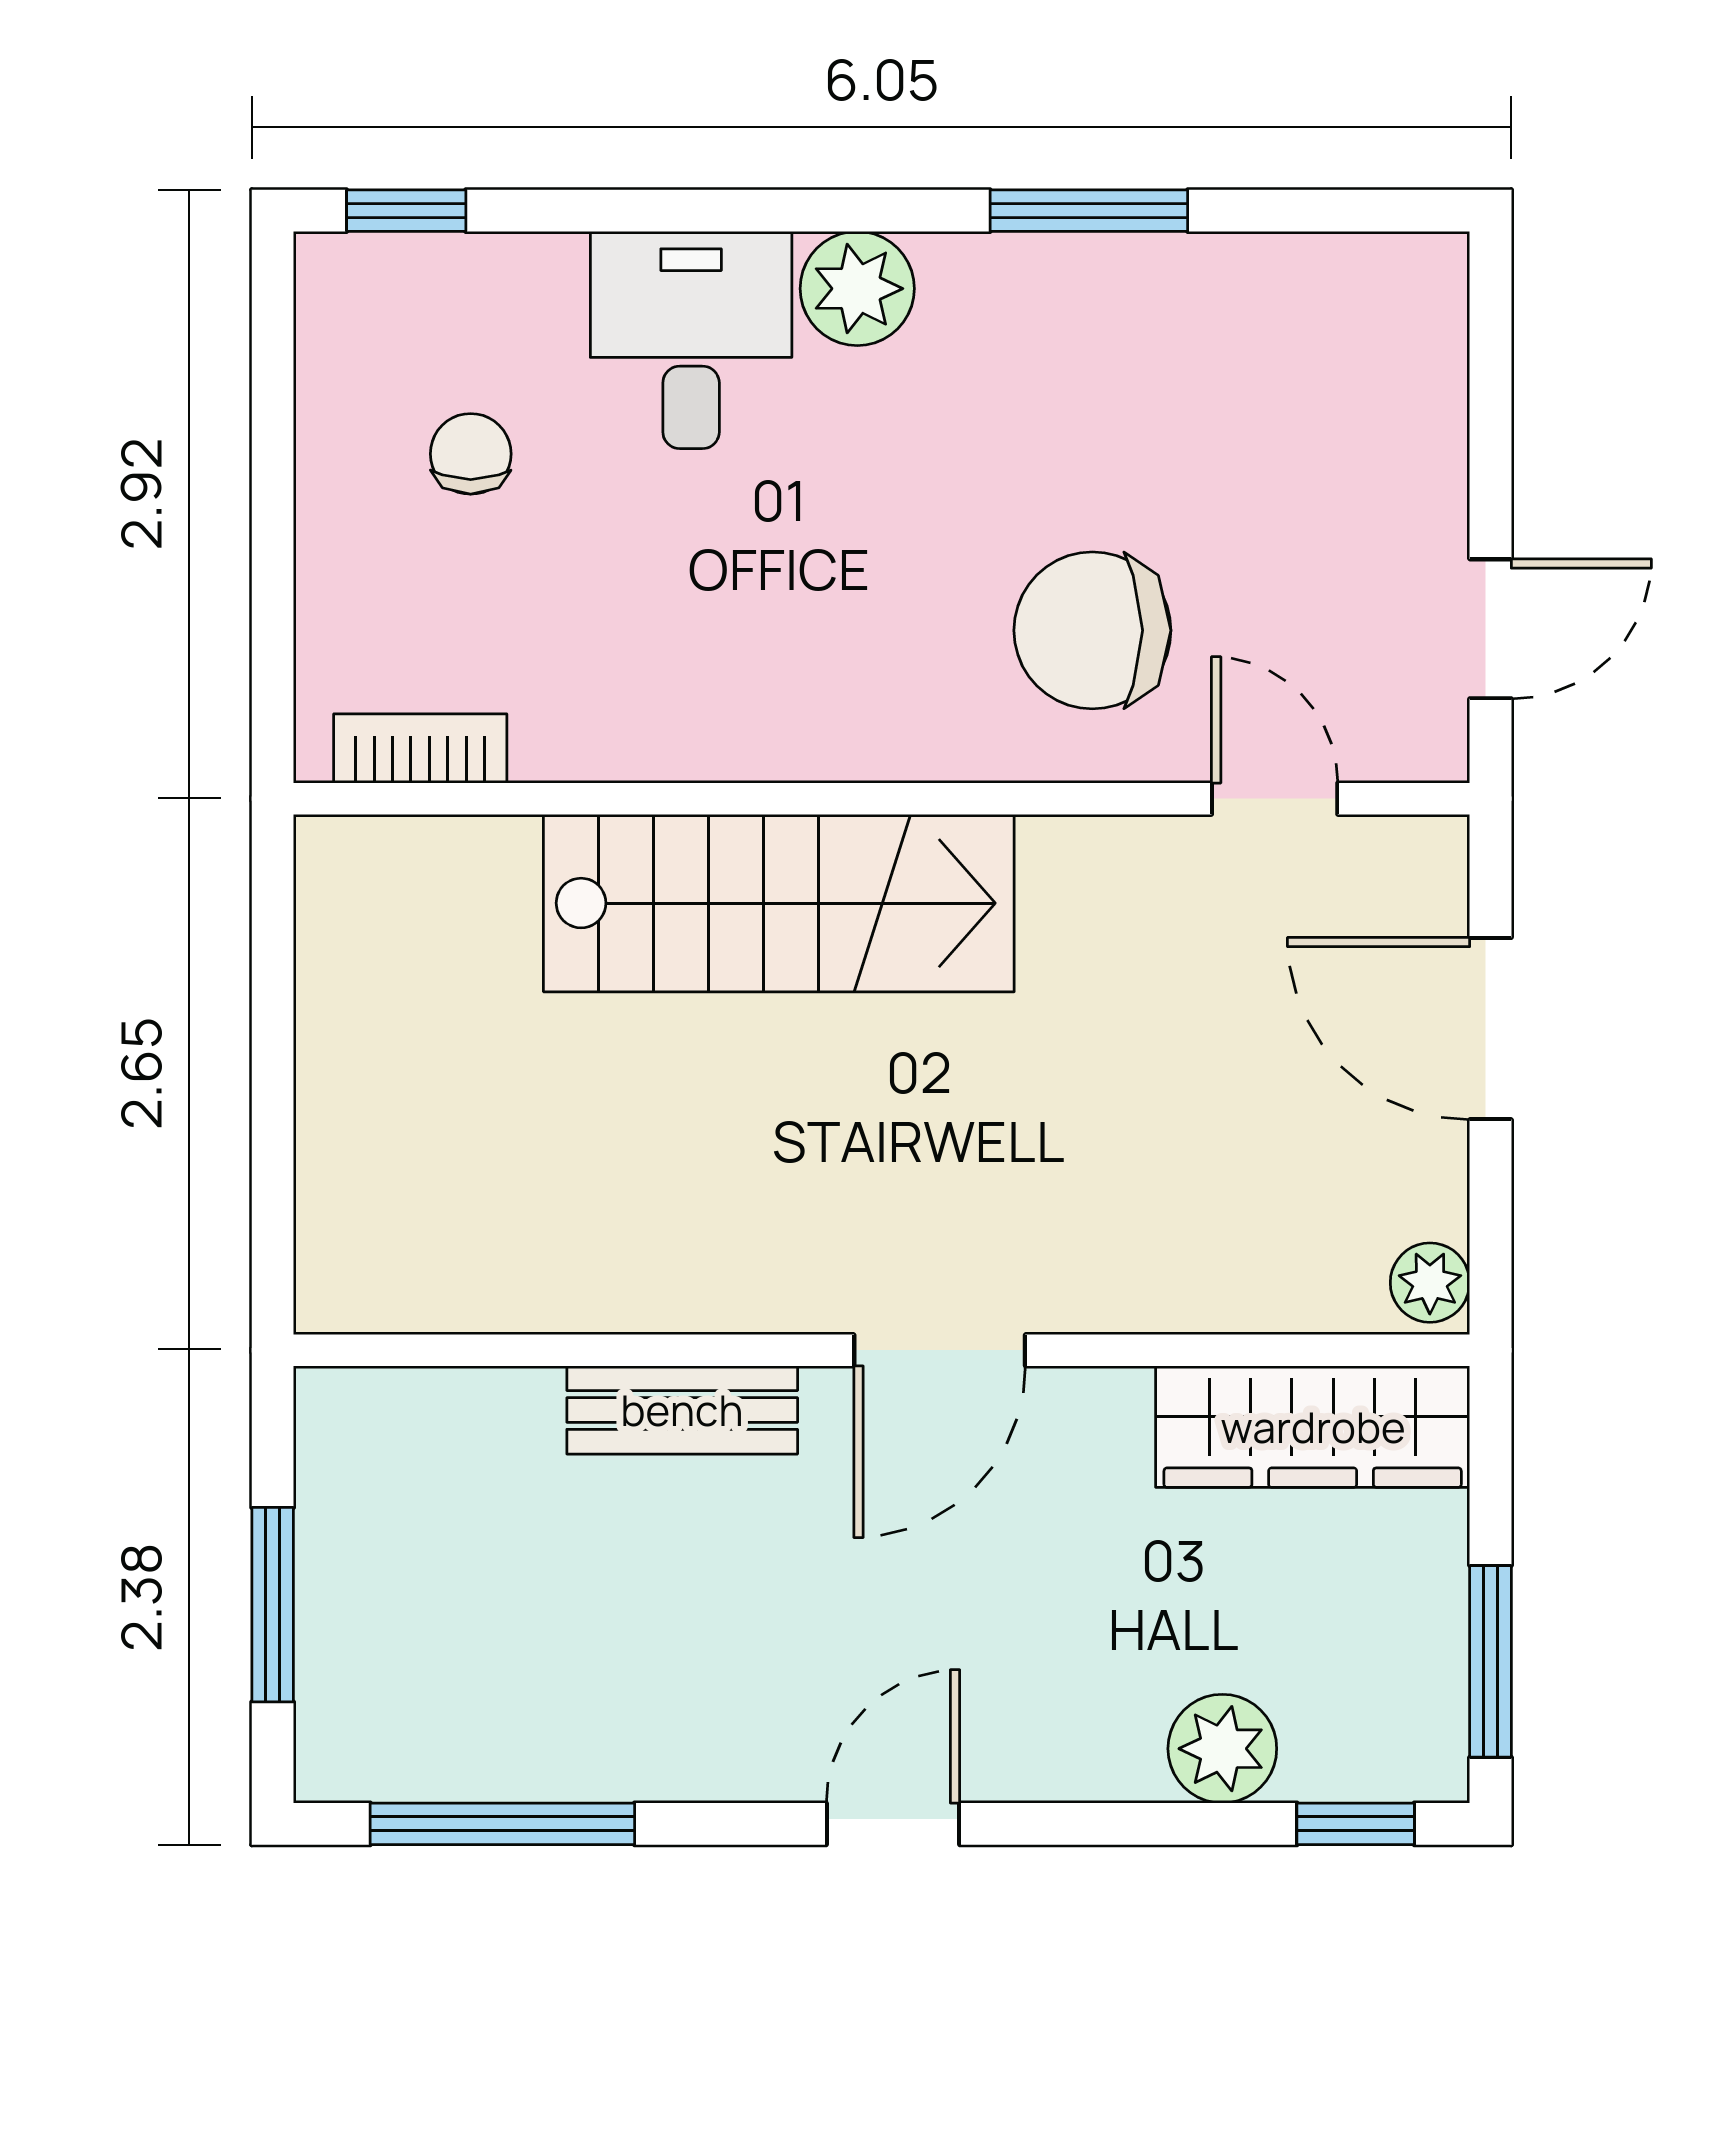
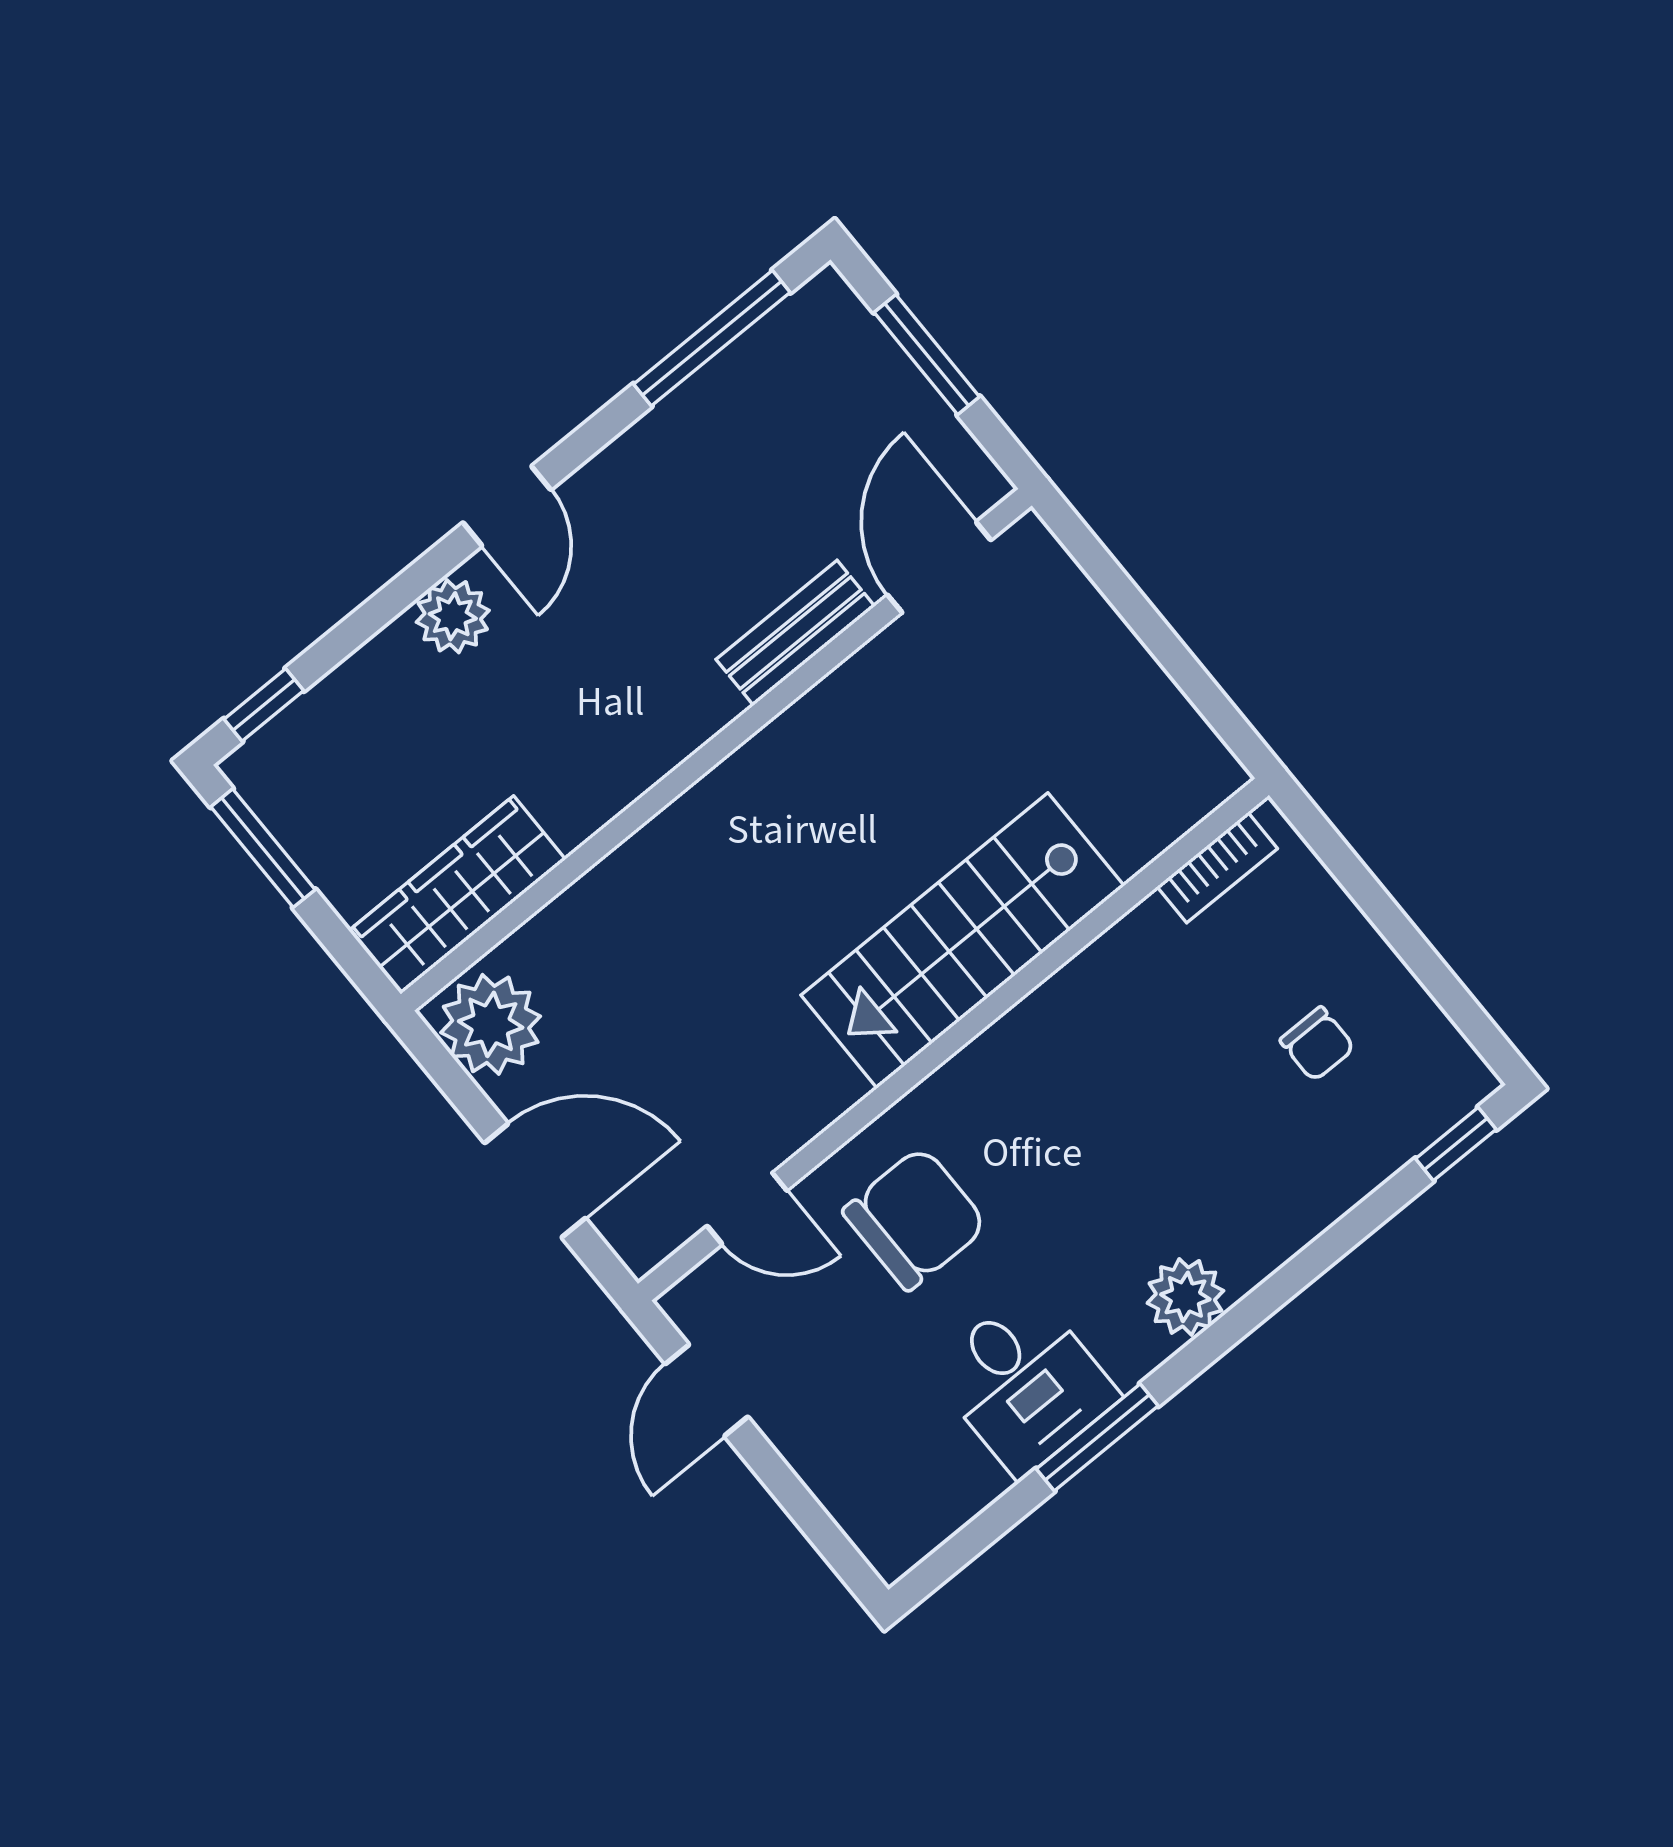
desk: (691, 340) -> (1025, 1383), moved
plant: (1430, 1283) -> (491, 1024), width x1.88, depth x1.88
door: (940, 1350) -> (939, 567), moved
plant: (1222, 1749) -> (453, 616), moved

